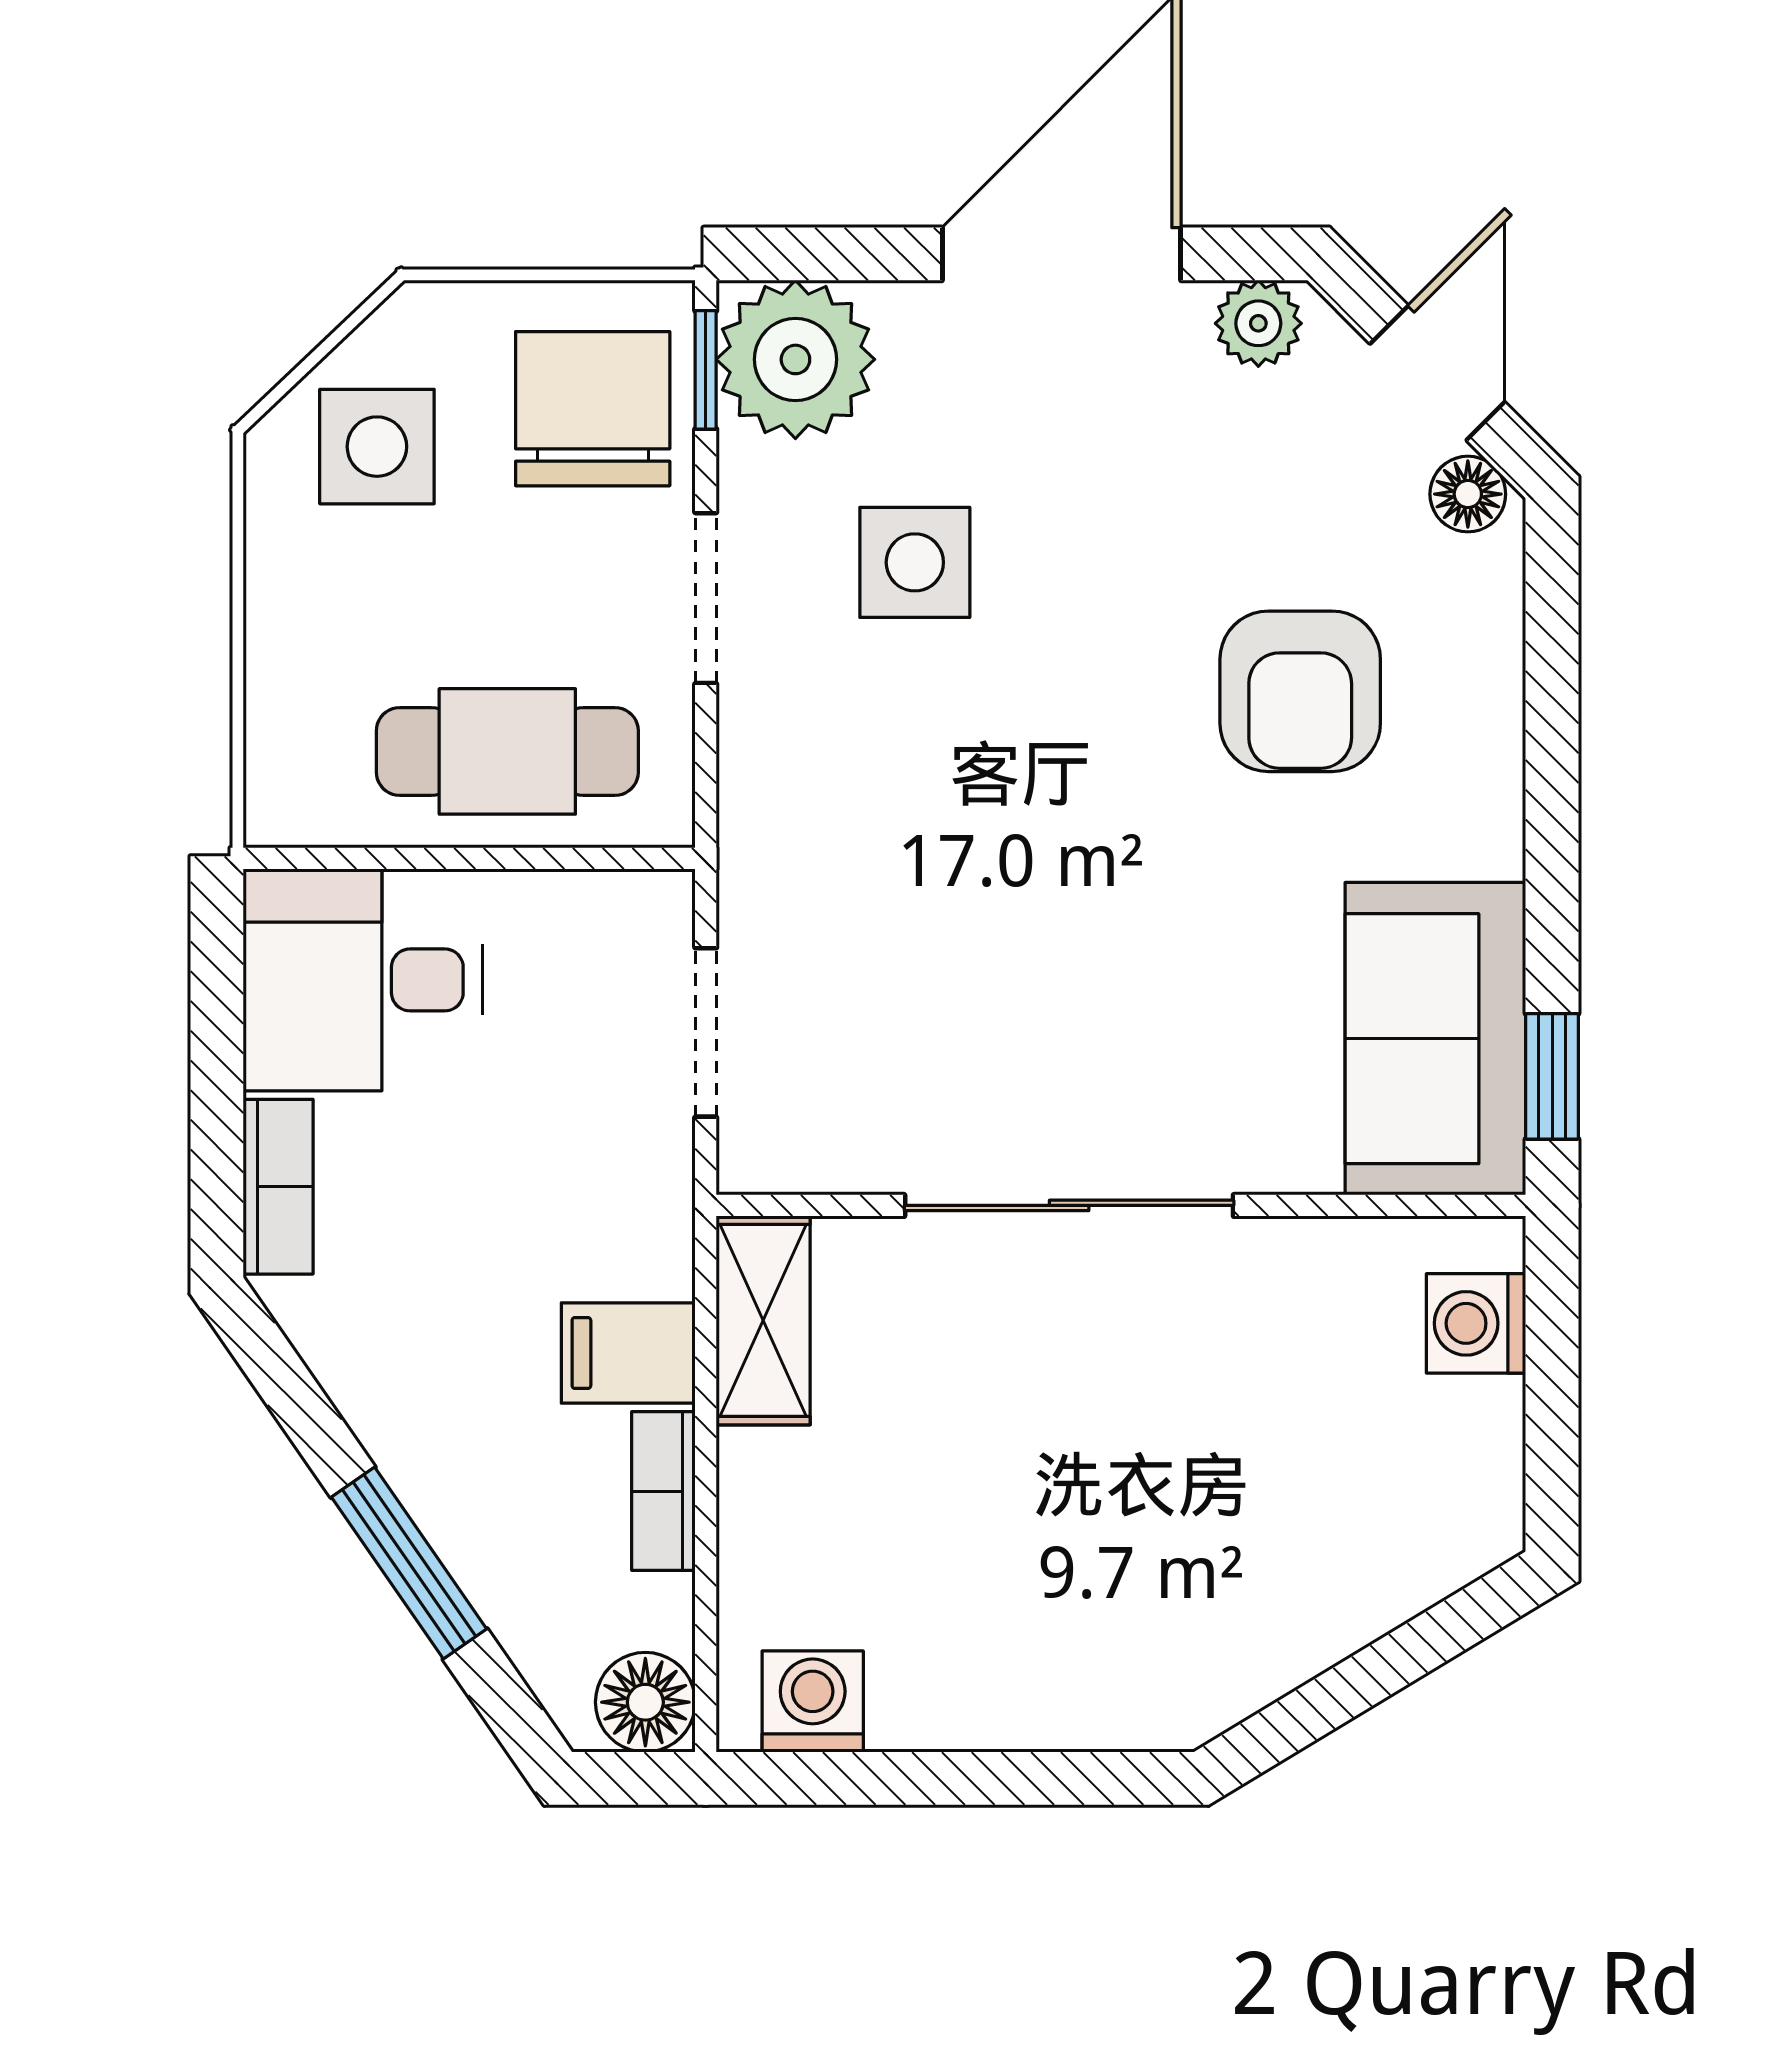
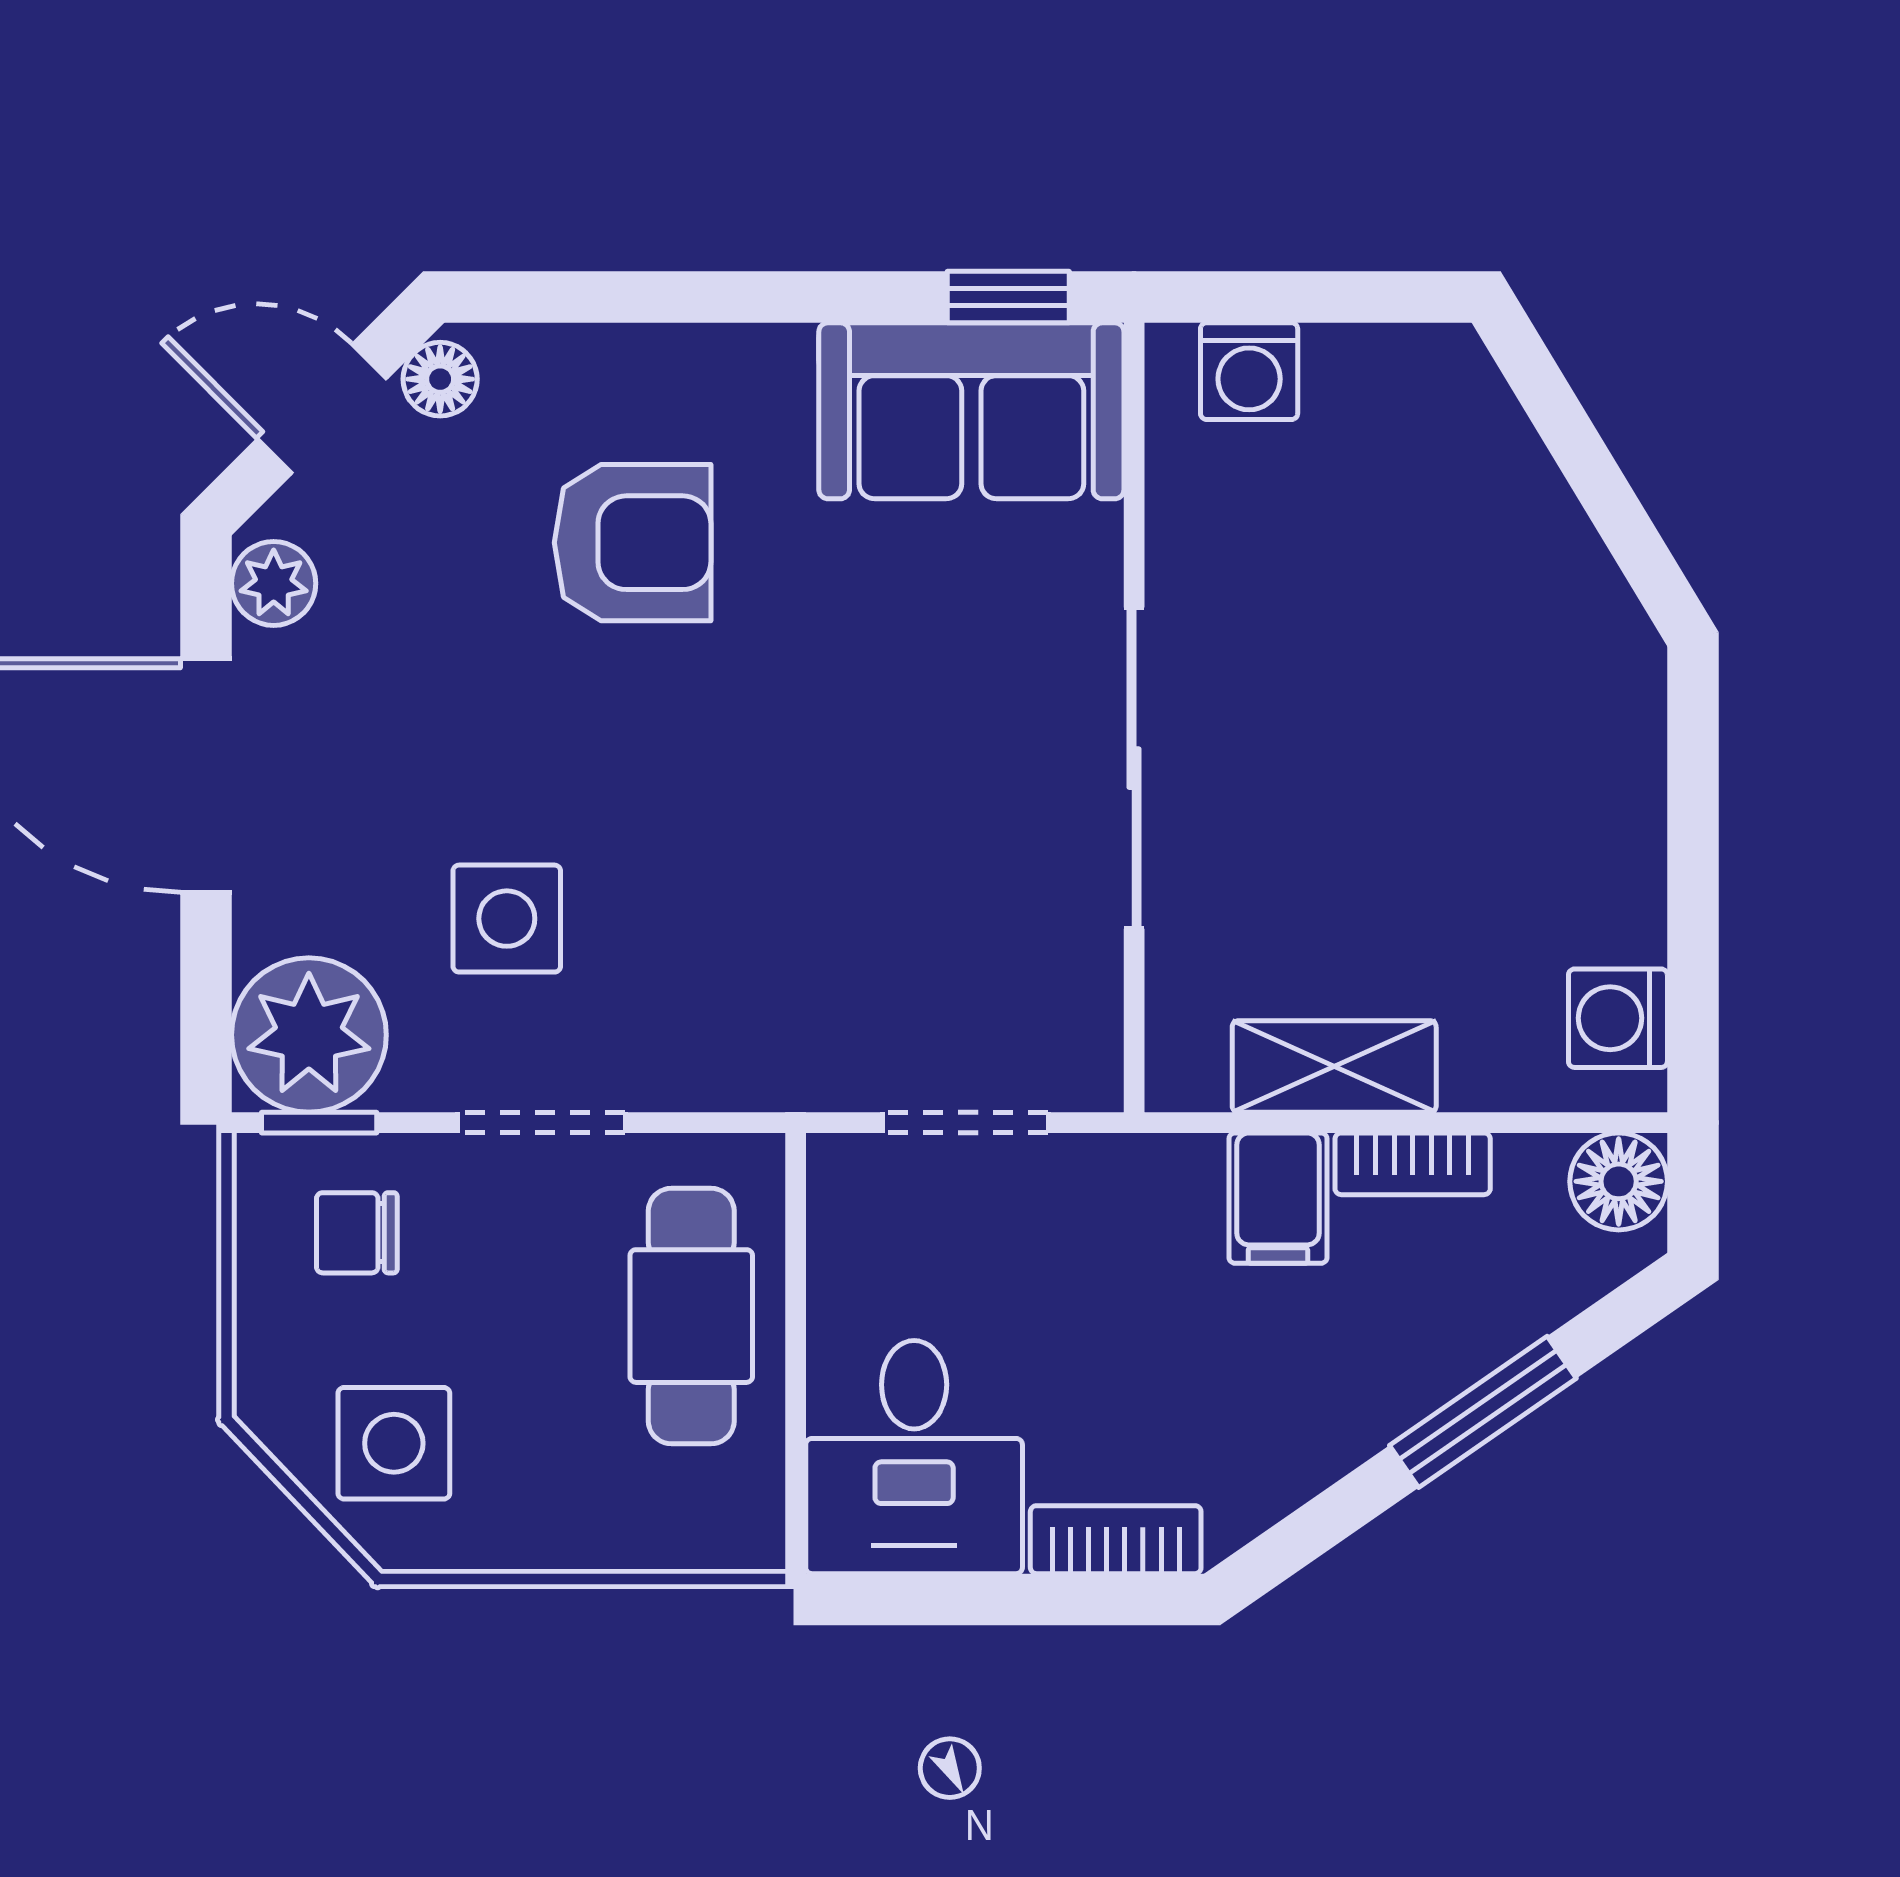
chair: (593, 409) -> (357, 1233), width x0.54, depth x0.54
shelving: (763, 1320) -> (1334, 1066), moved

